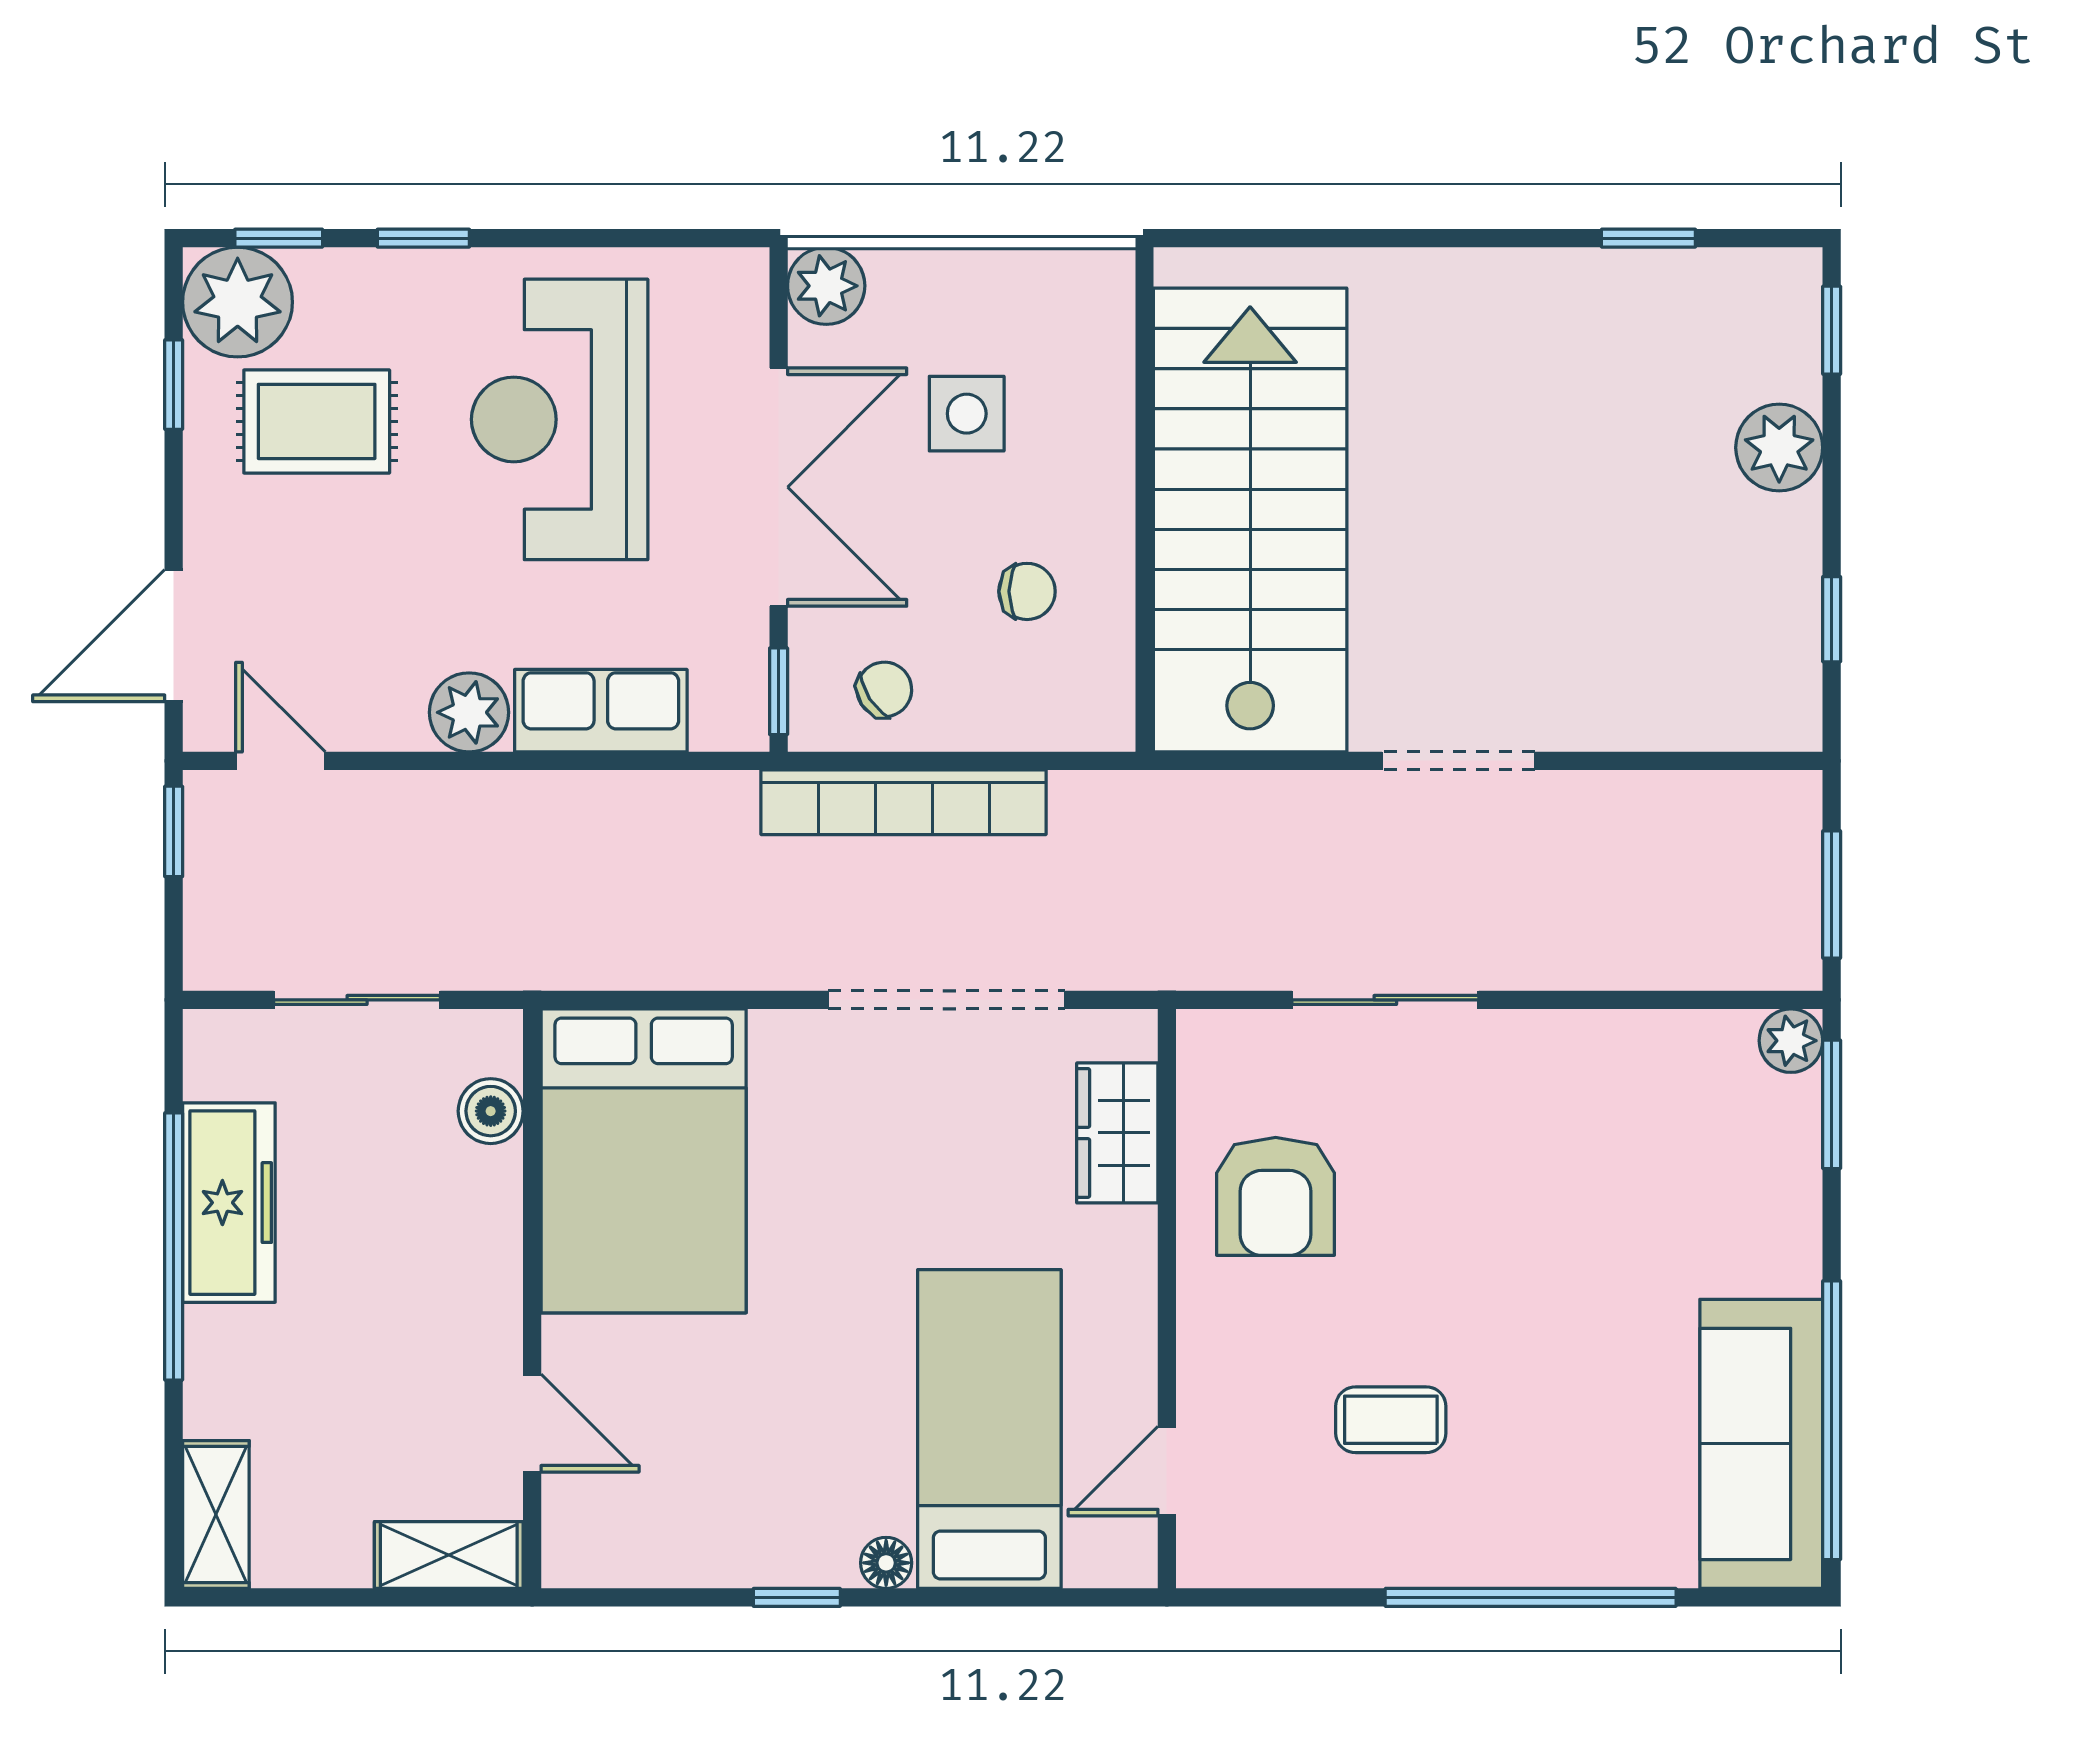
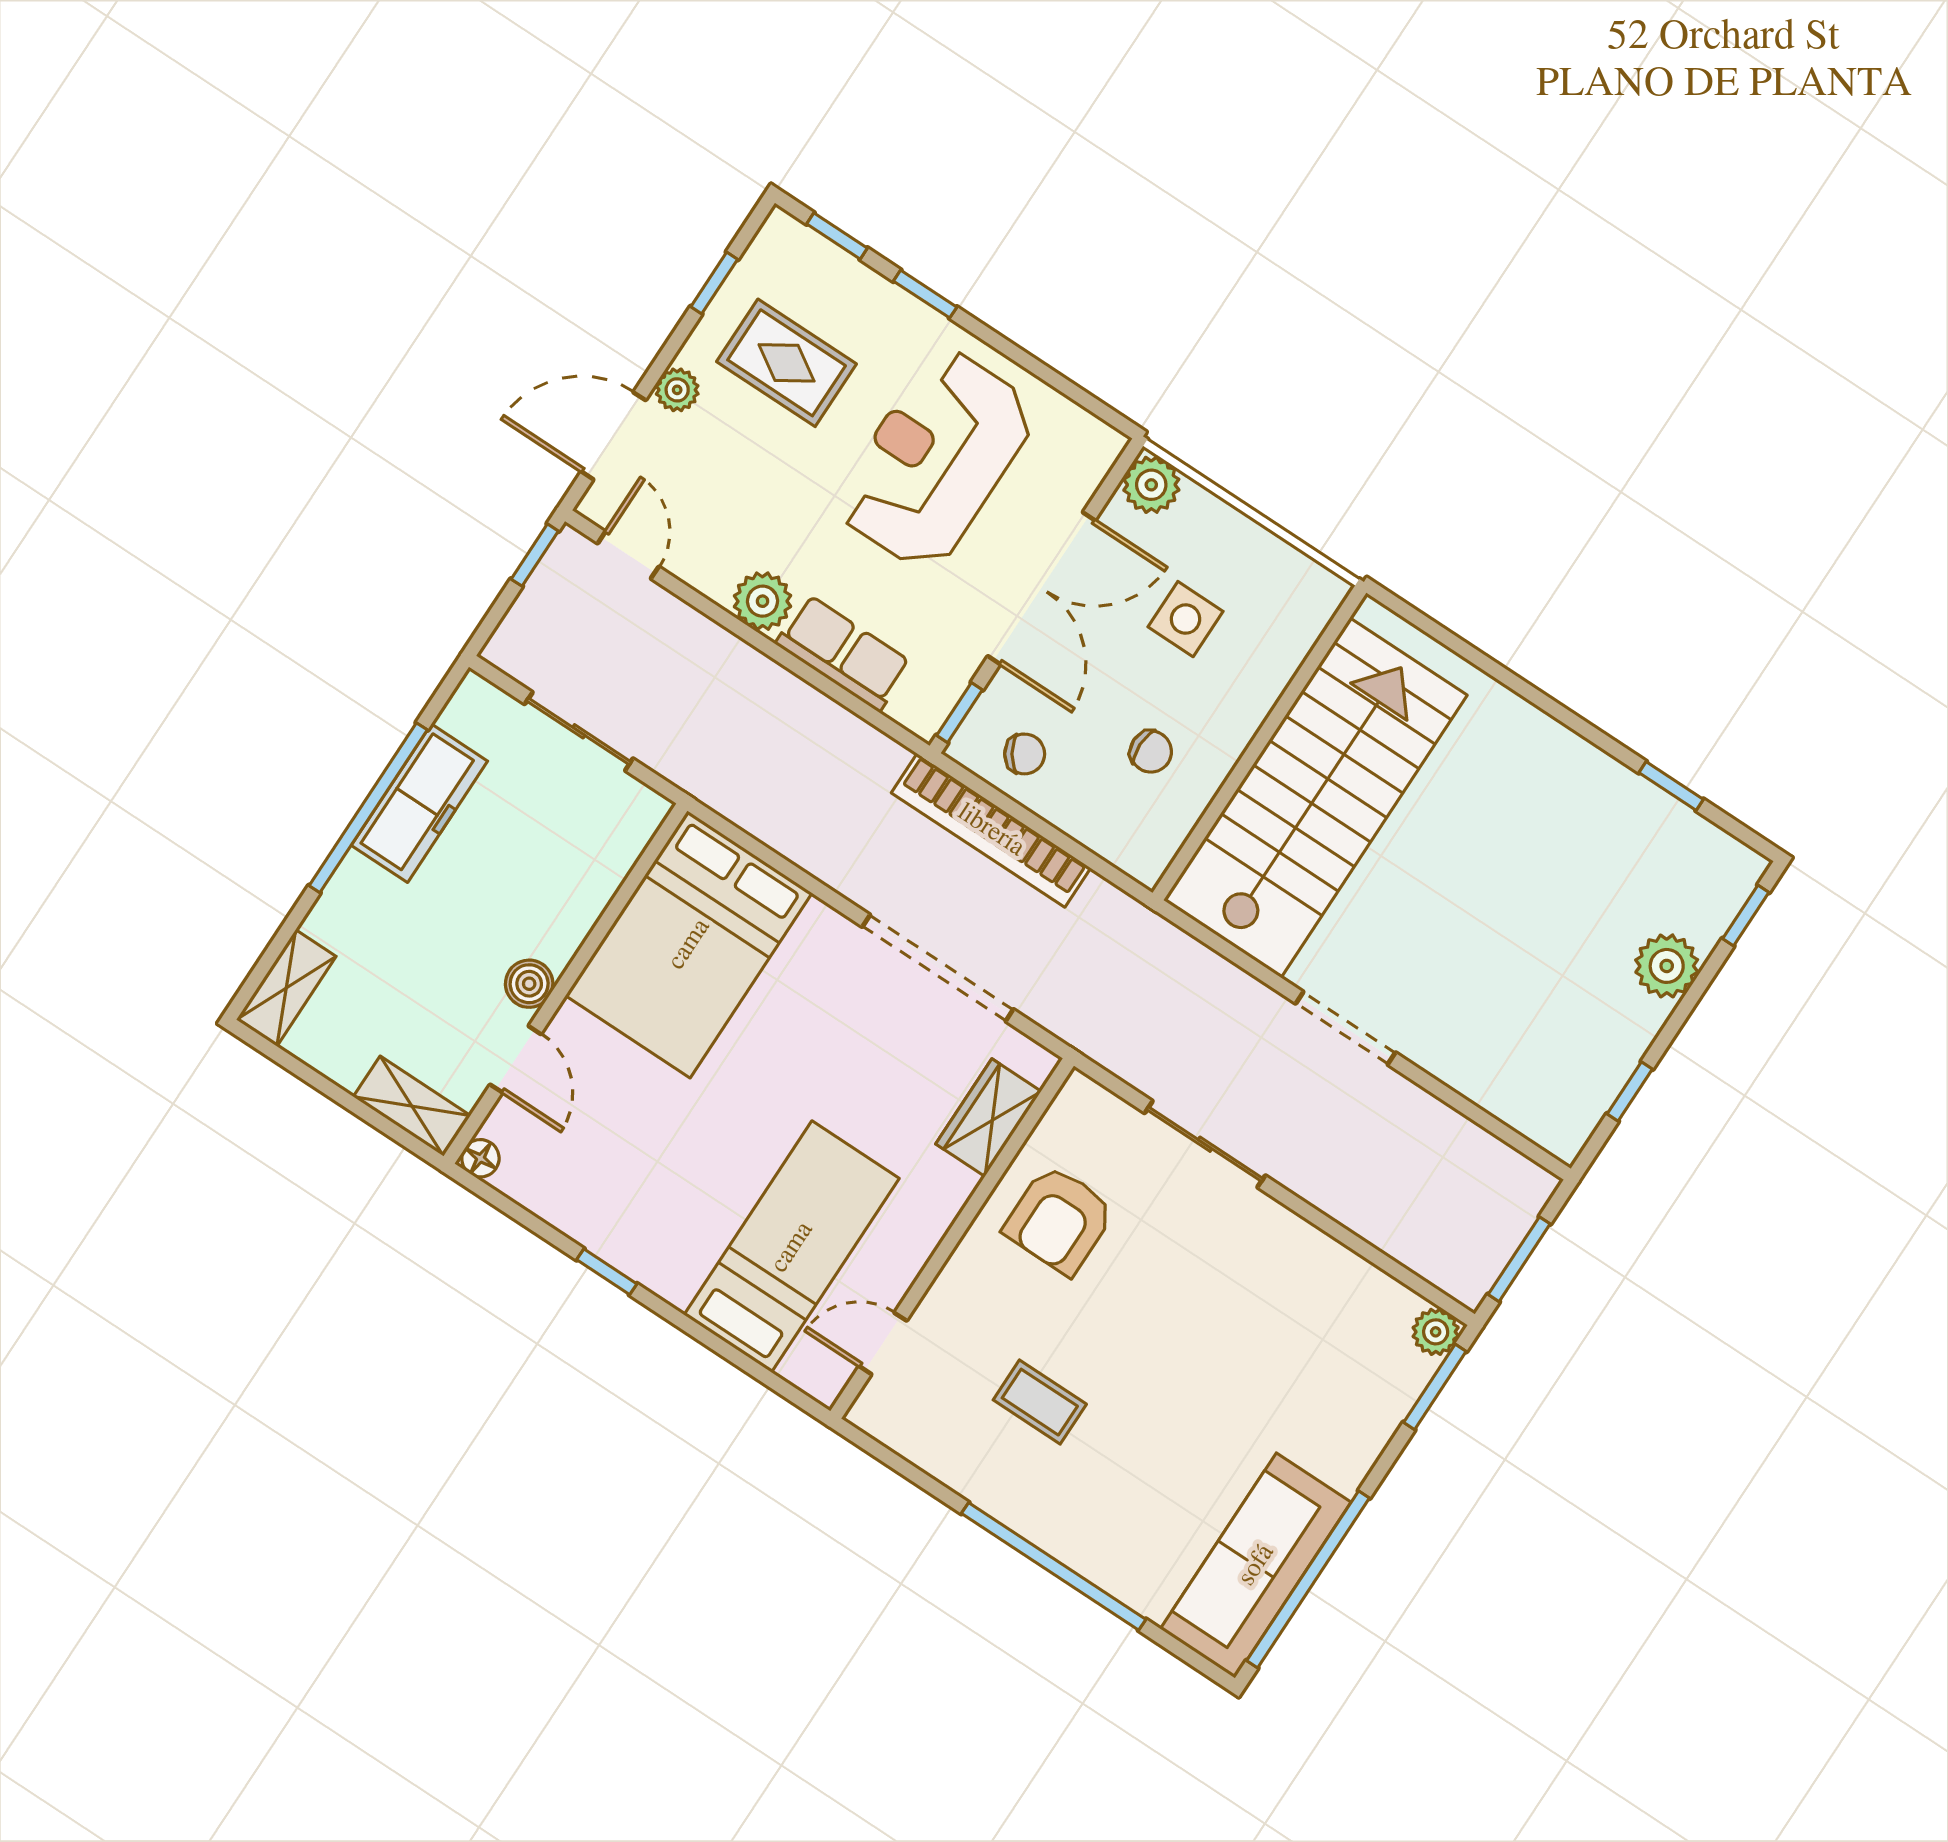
plant: (238, 302) -> (677, 390), moved, width x0.53, depth x0.53
boiler: (491, 1111) -> (529, 984), moved
floor lamp: (886, 1563) -> (480, 1158), moved

